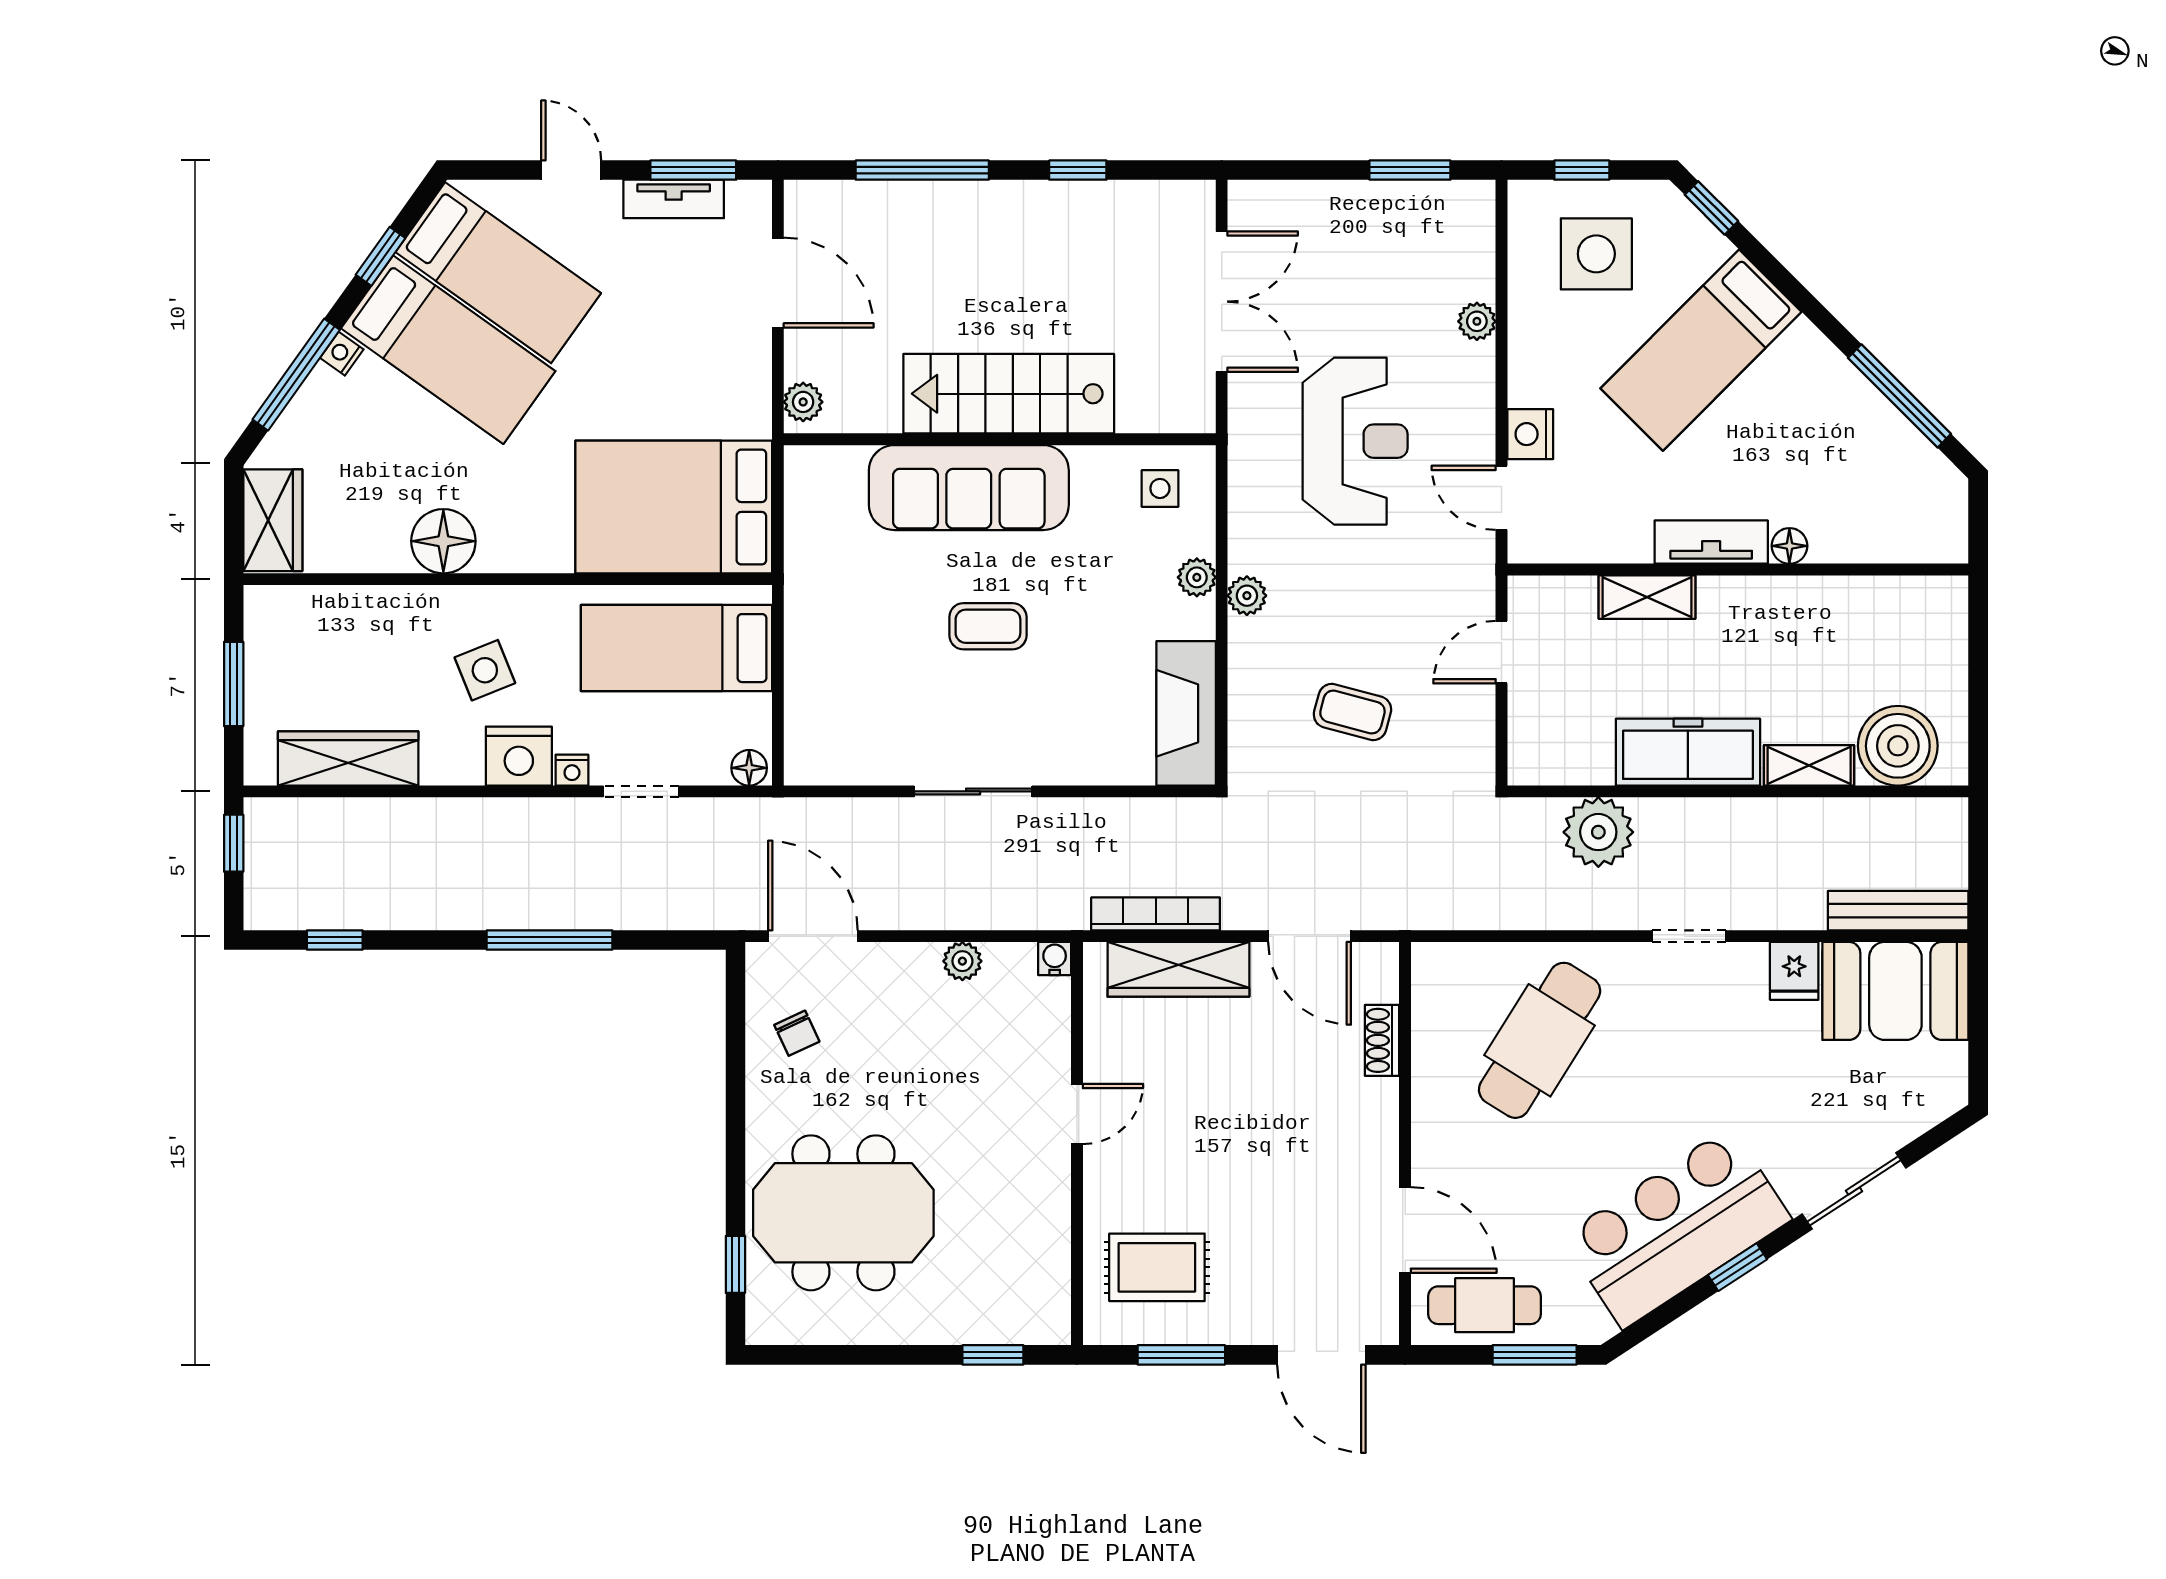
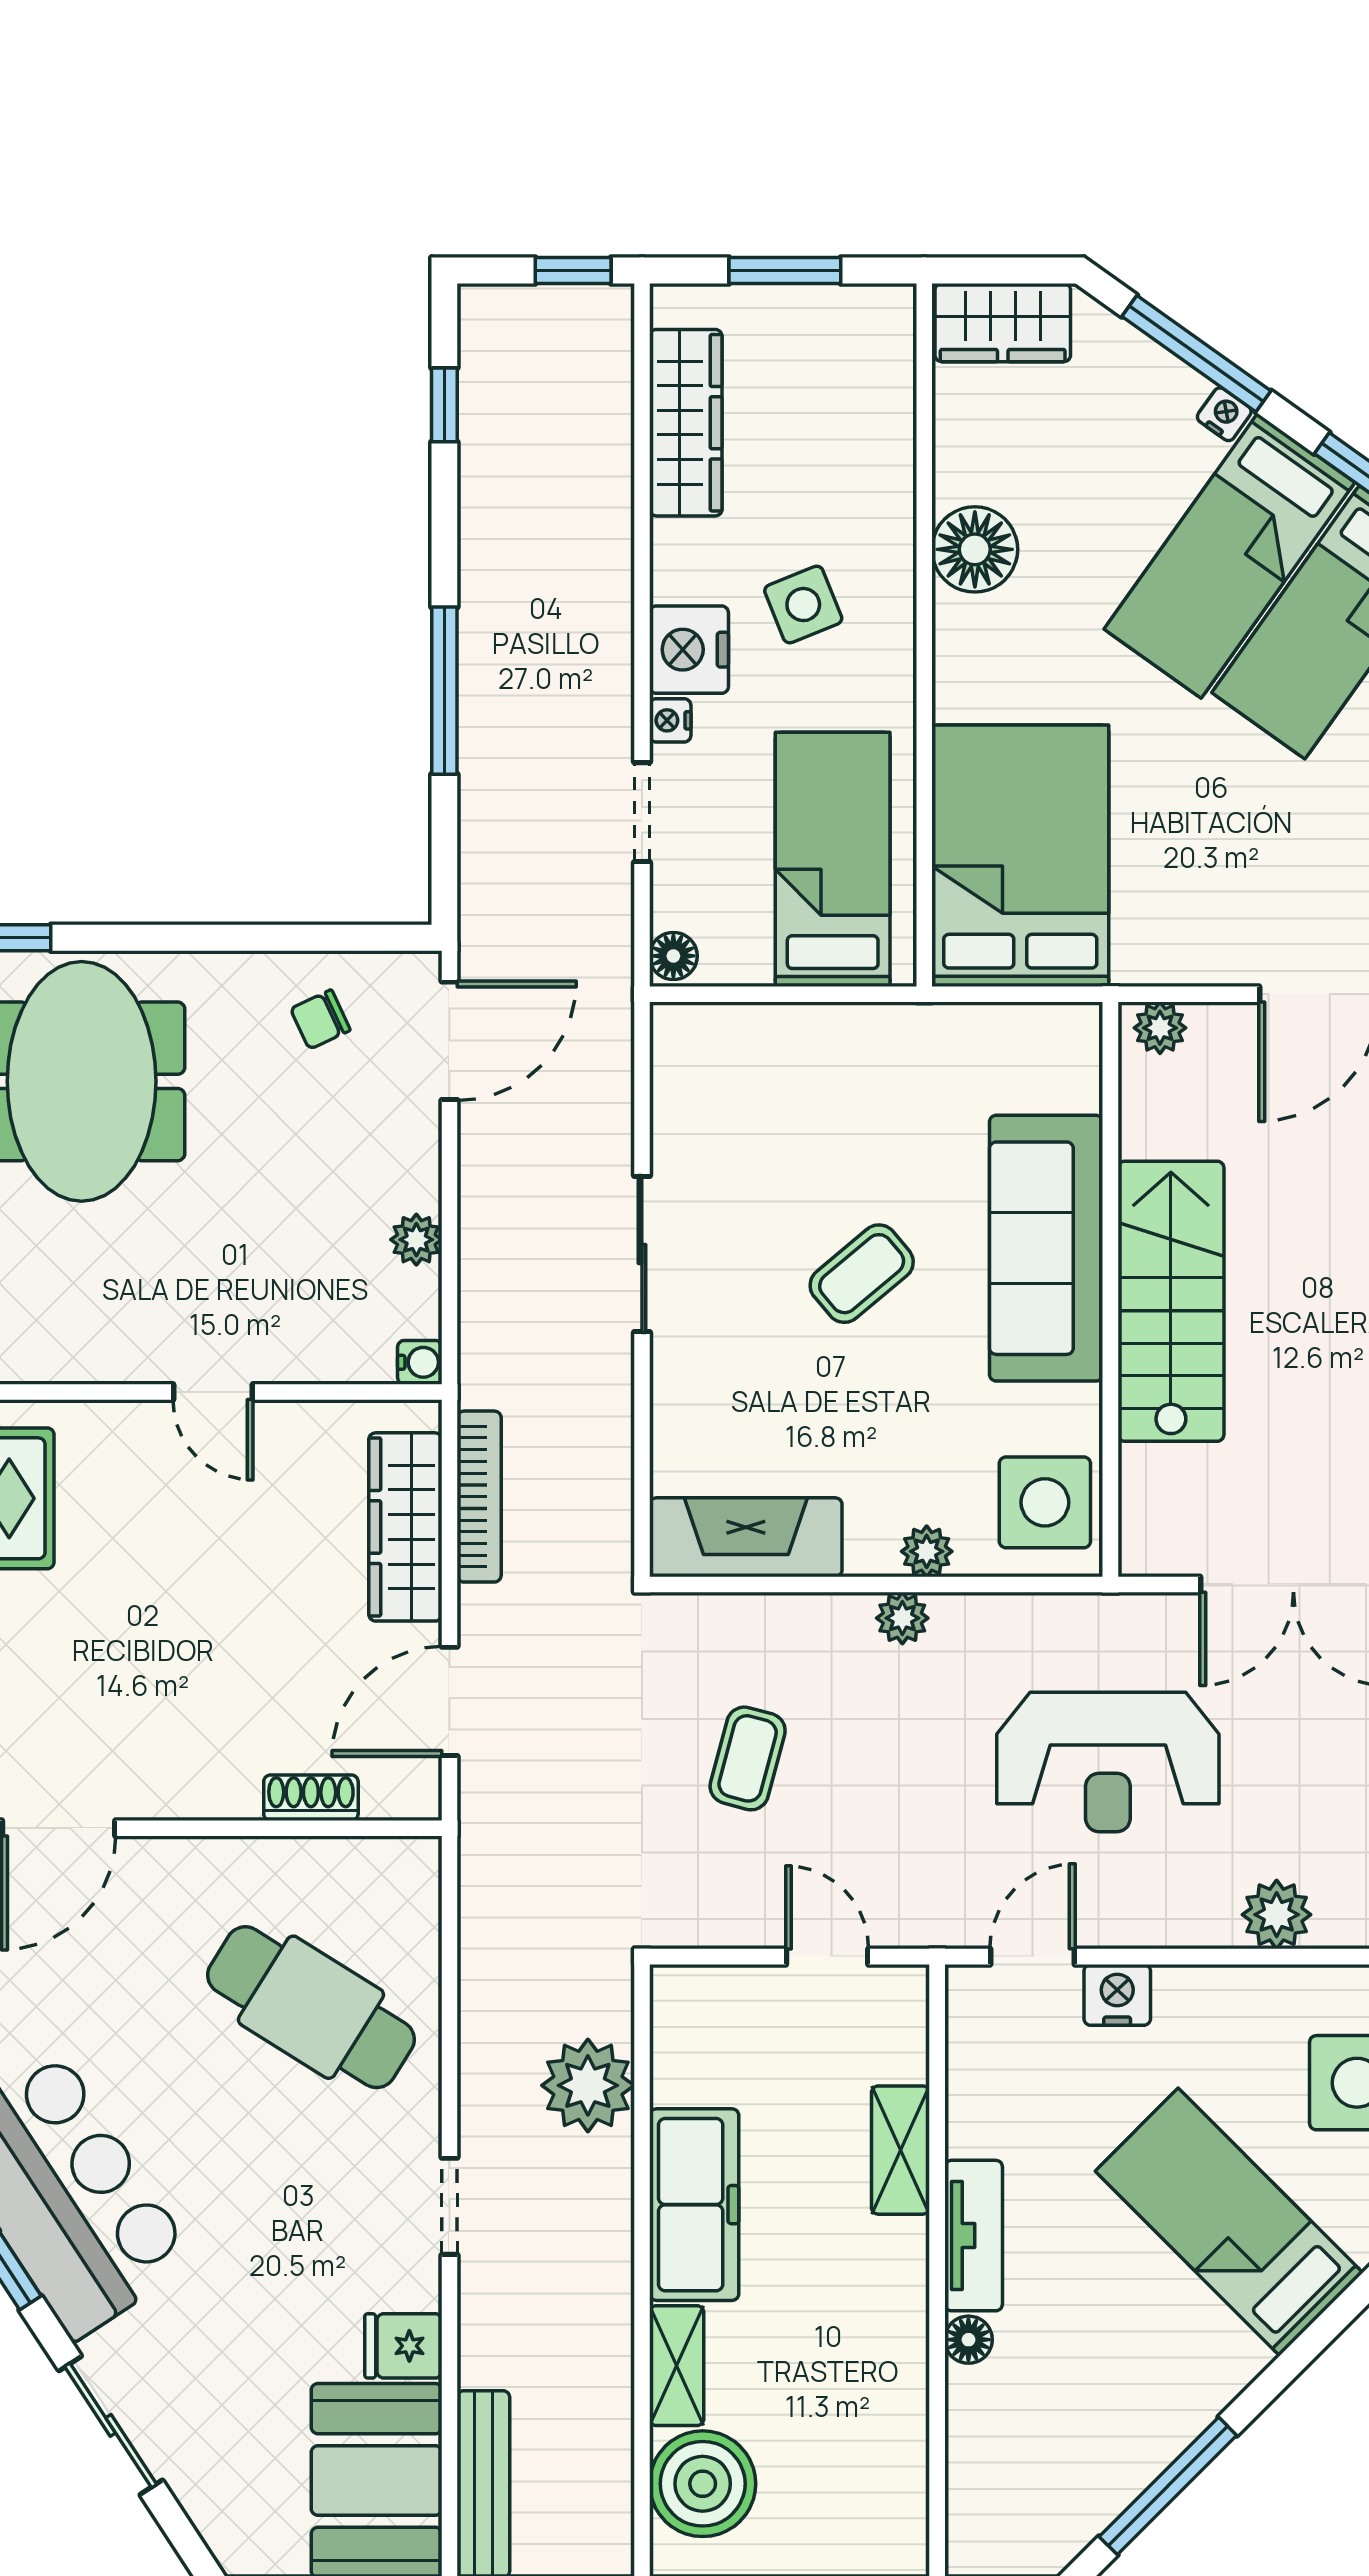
plant: (1477, 321) -> (1277, 1915), width x1.38, depth x1.38
side table: (1160, 488) -> (1045, 1502), width x1.87, depth x1.87
coffee table: (988, 626) -> (862, 1274), turned 50

